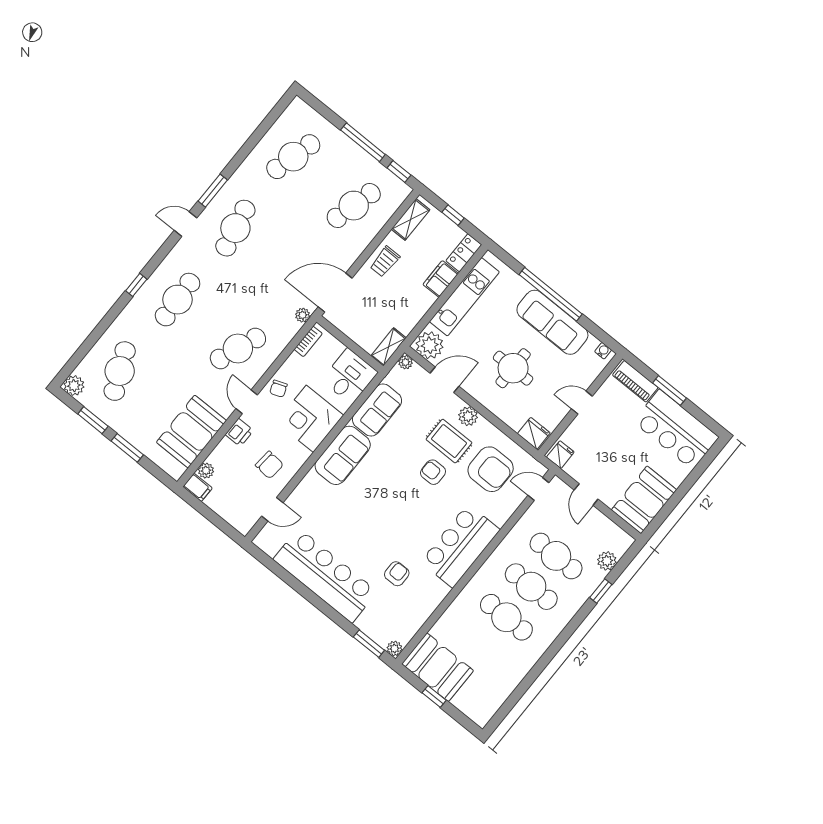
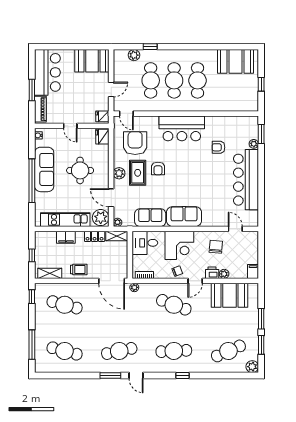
window: (363, 142) -> (32, 345), moved
locker: (464, 253) -> (95, 236), moved
plant: (206, 471) -> (224, 274), moved
plant: (394, 649) -> (254, 144), moved
booth: (438, 667) -> (235, 61), moved, turned 90

